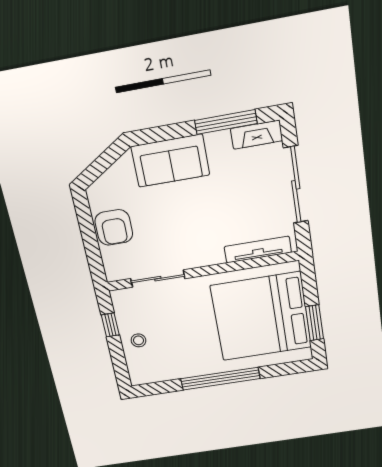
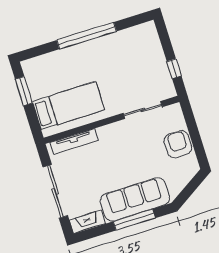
window: (226, 122) -> (134, 220), moved
sofa: (170, 161) -> (135, 199), width x1.36
bed: (261, 317) -> (68, 106), width x0.49
stool: (138, 340) -> (152, 59), removed

